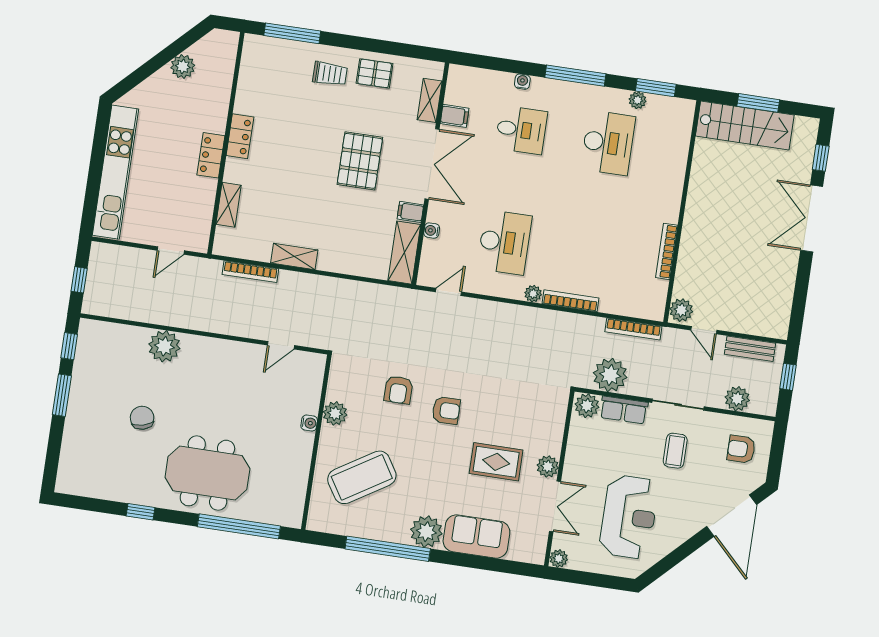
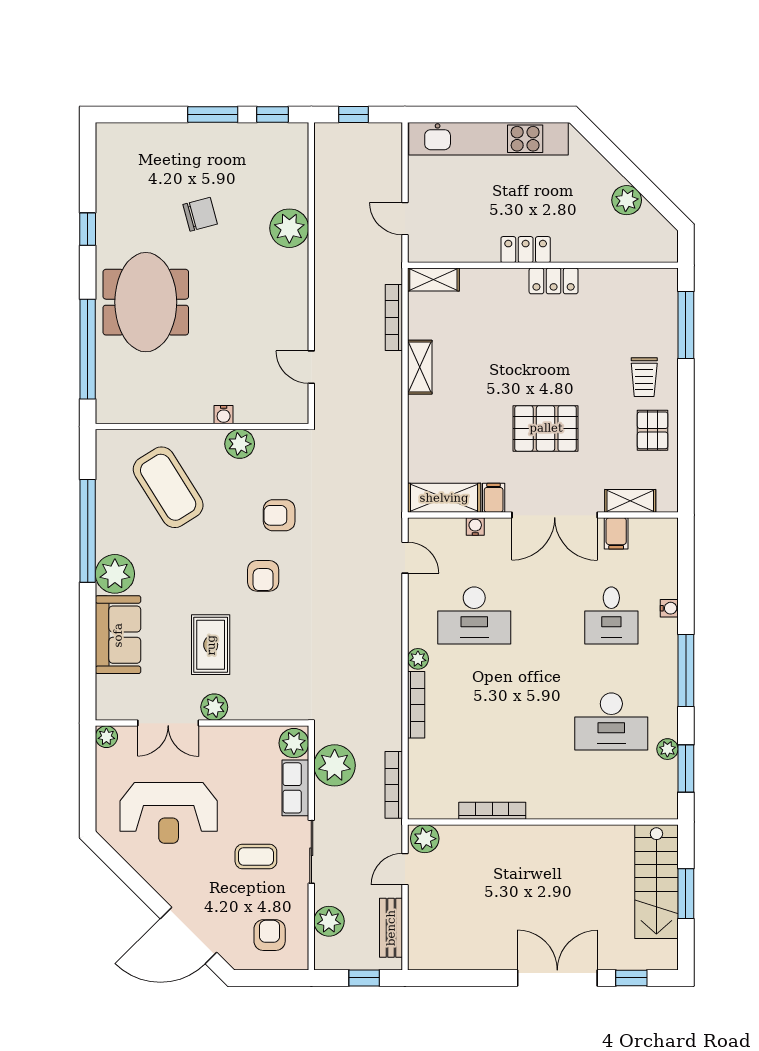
shelving: (229, 205) -> (433, 280), moved

